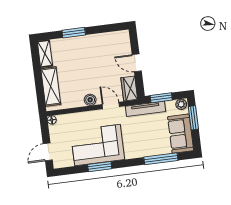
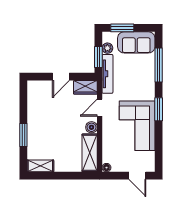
shelving: (51, 87) -> (90, 153), moved, turned 90
plant: (181, 104) -> (107, 48), moved
window: (100, 167) -> (159, 109), moved

